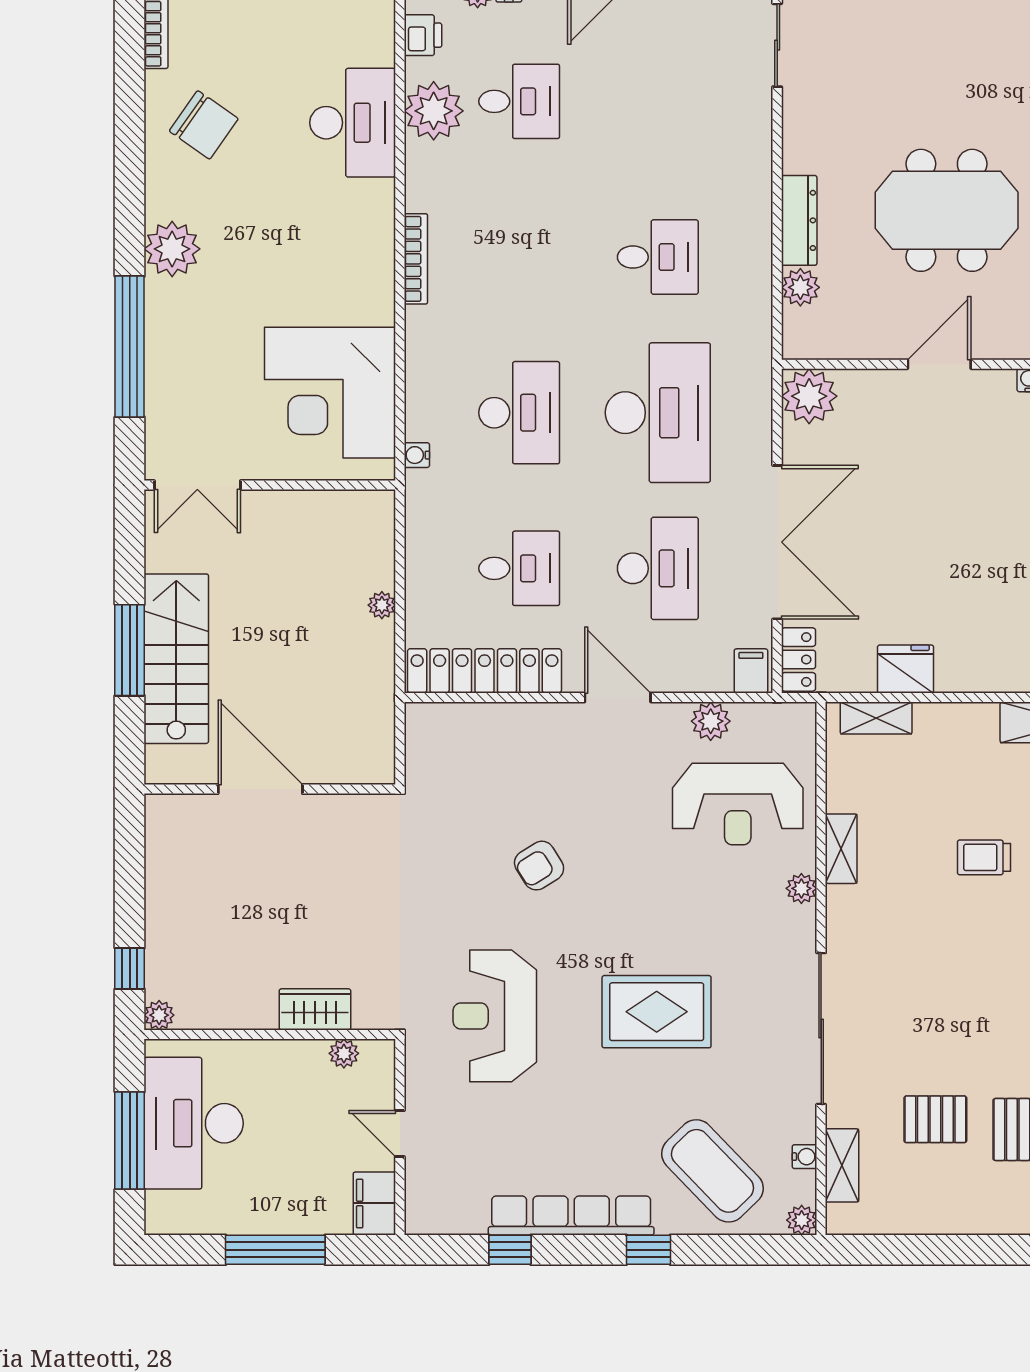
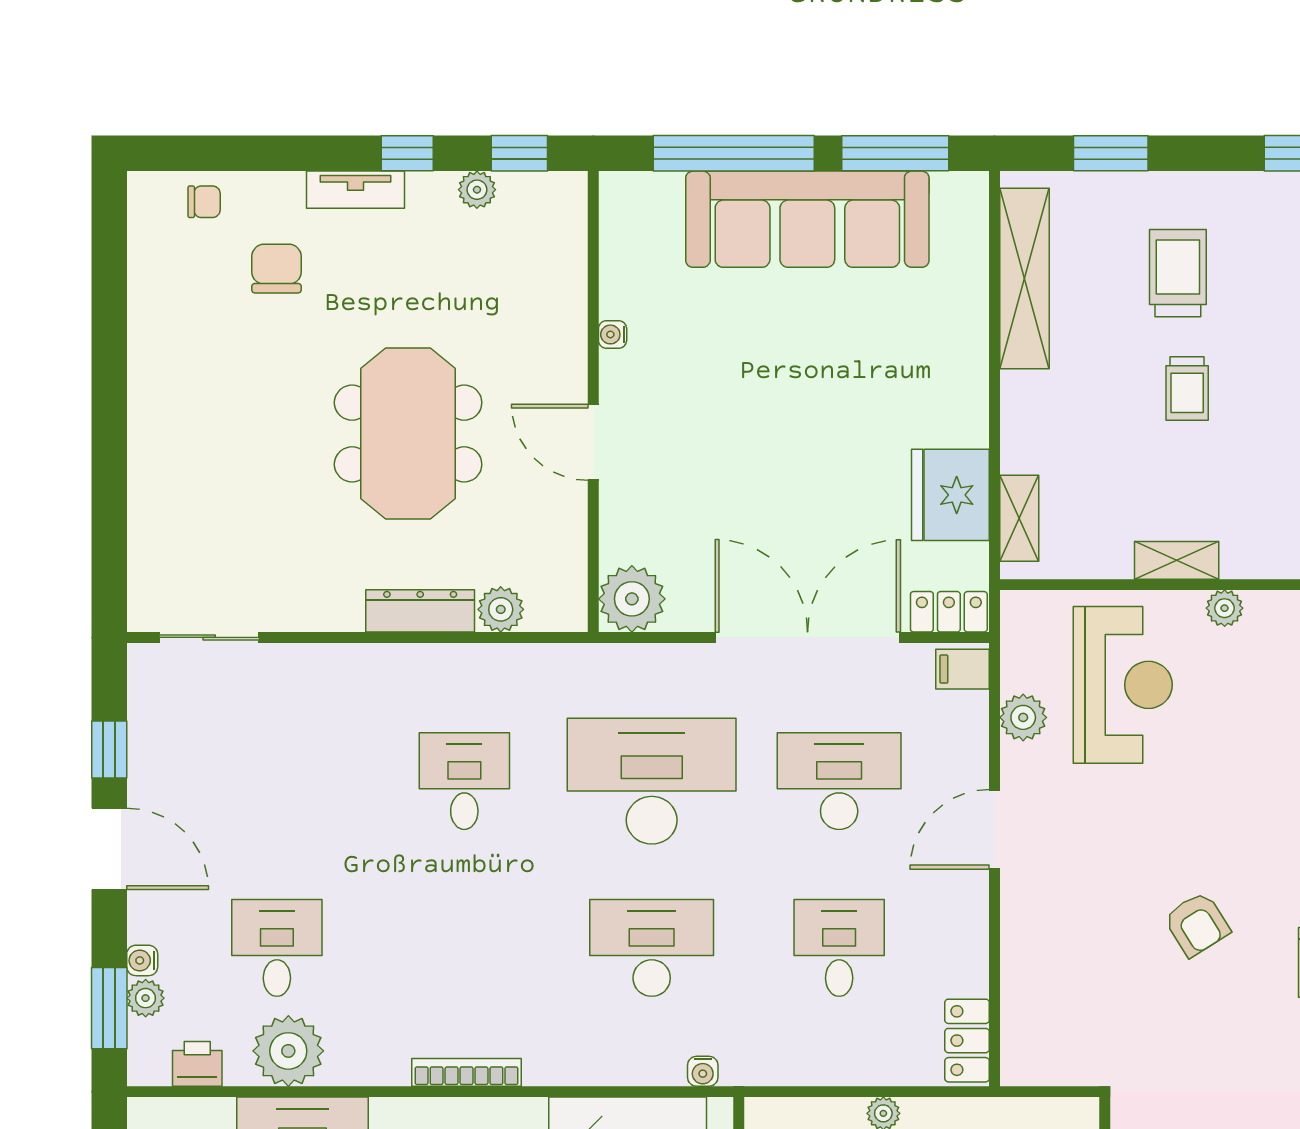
fridge: (906, 669) -> (950, 495), width x1.36, depth x1.34
locker: (484, 671) -> (967, 1041), width x0.46, depth x0.83

